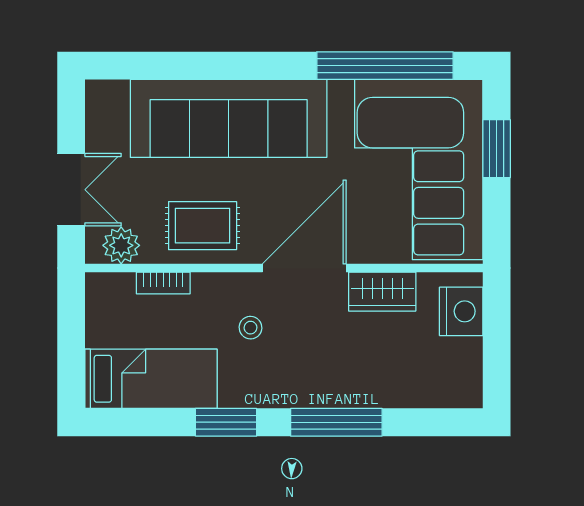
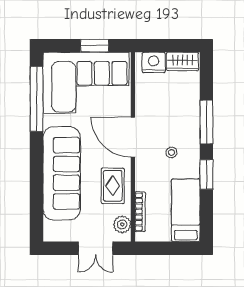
window: (497, 149) -> (95, 46), moved
double door: (71, 190) -> (96, 248), swing flipped
bookcase: (163, 283) -> (140, 212), width x1.56
wardrobe: (382, 292) -> (182, 61), moved, turned 90
stool: (251, 328) -> (172, 152), moved

